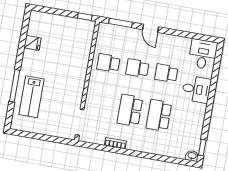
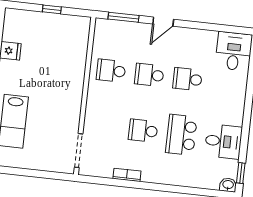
window: (85, 17) -> (52, 9), moved
door: (151, 28) -> (163, 22), hinge flipped
desk: (196, 89) -> (223, 141), moved
school desk: (130, 110) -> (143, 131), width x0.54

